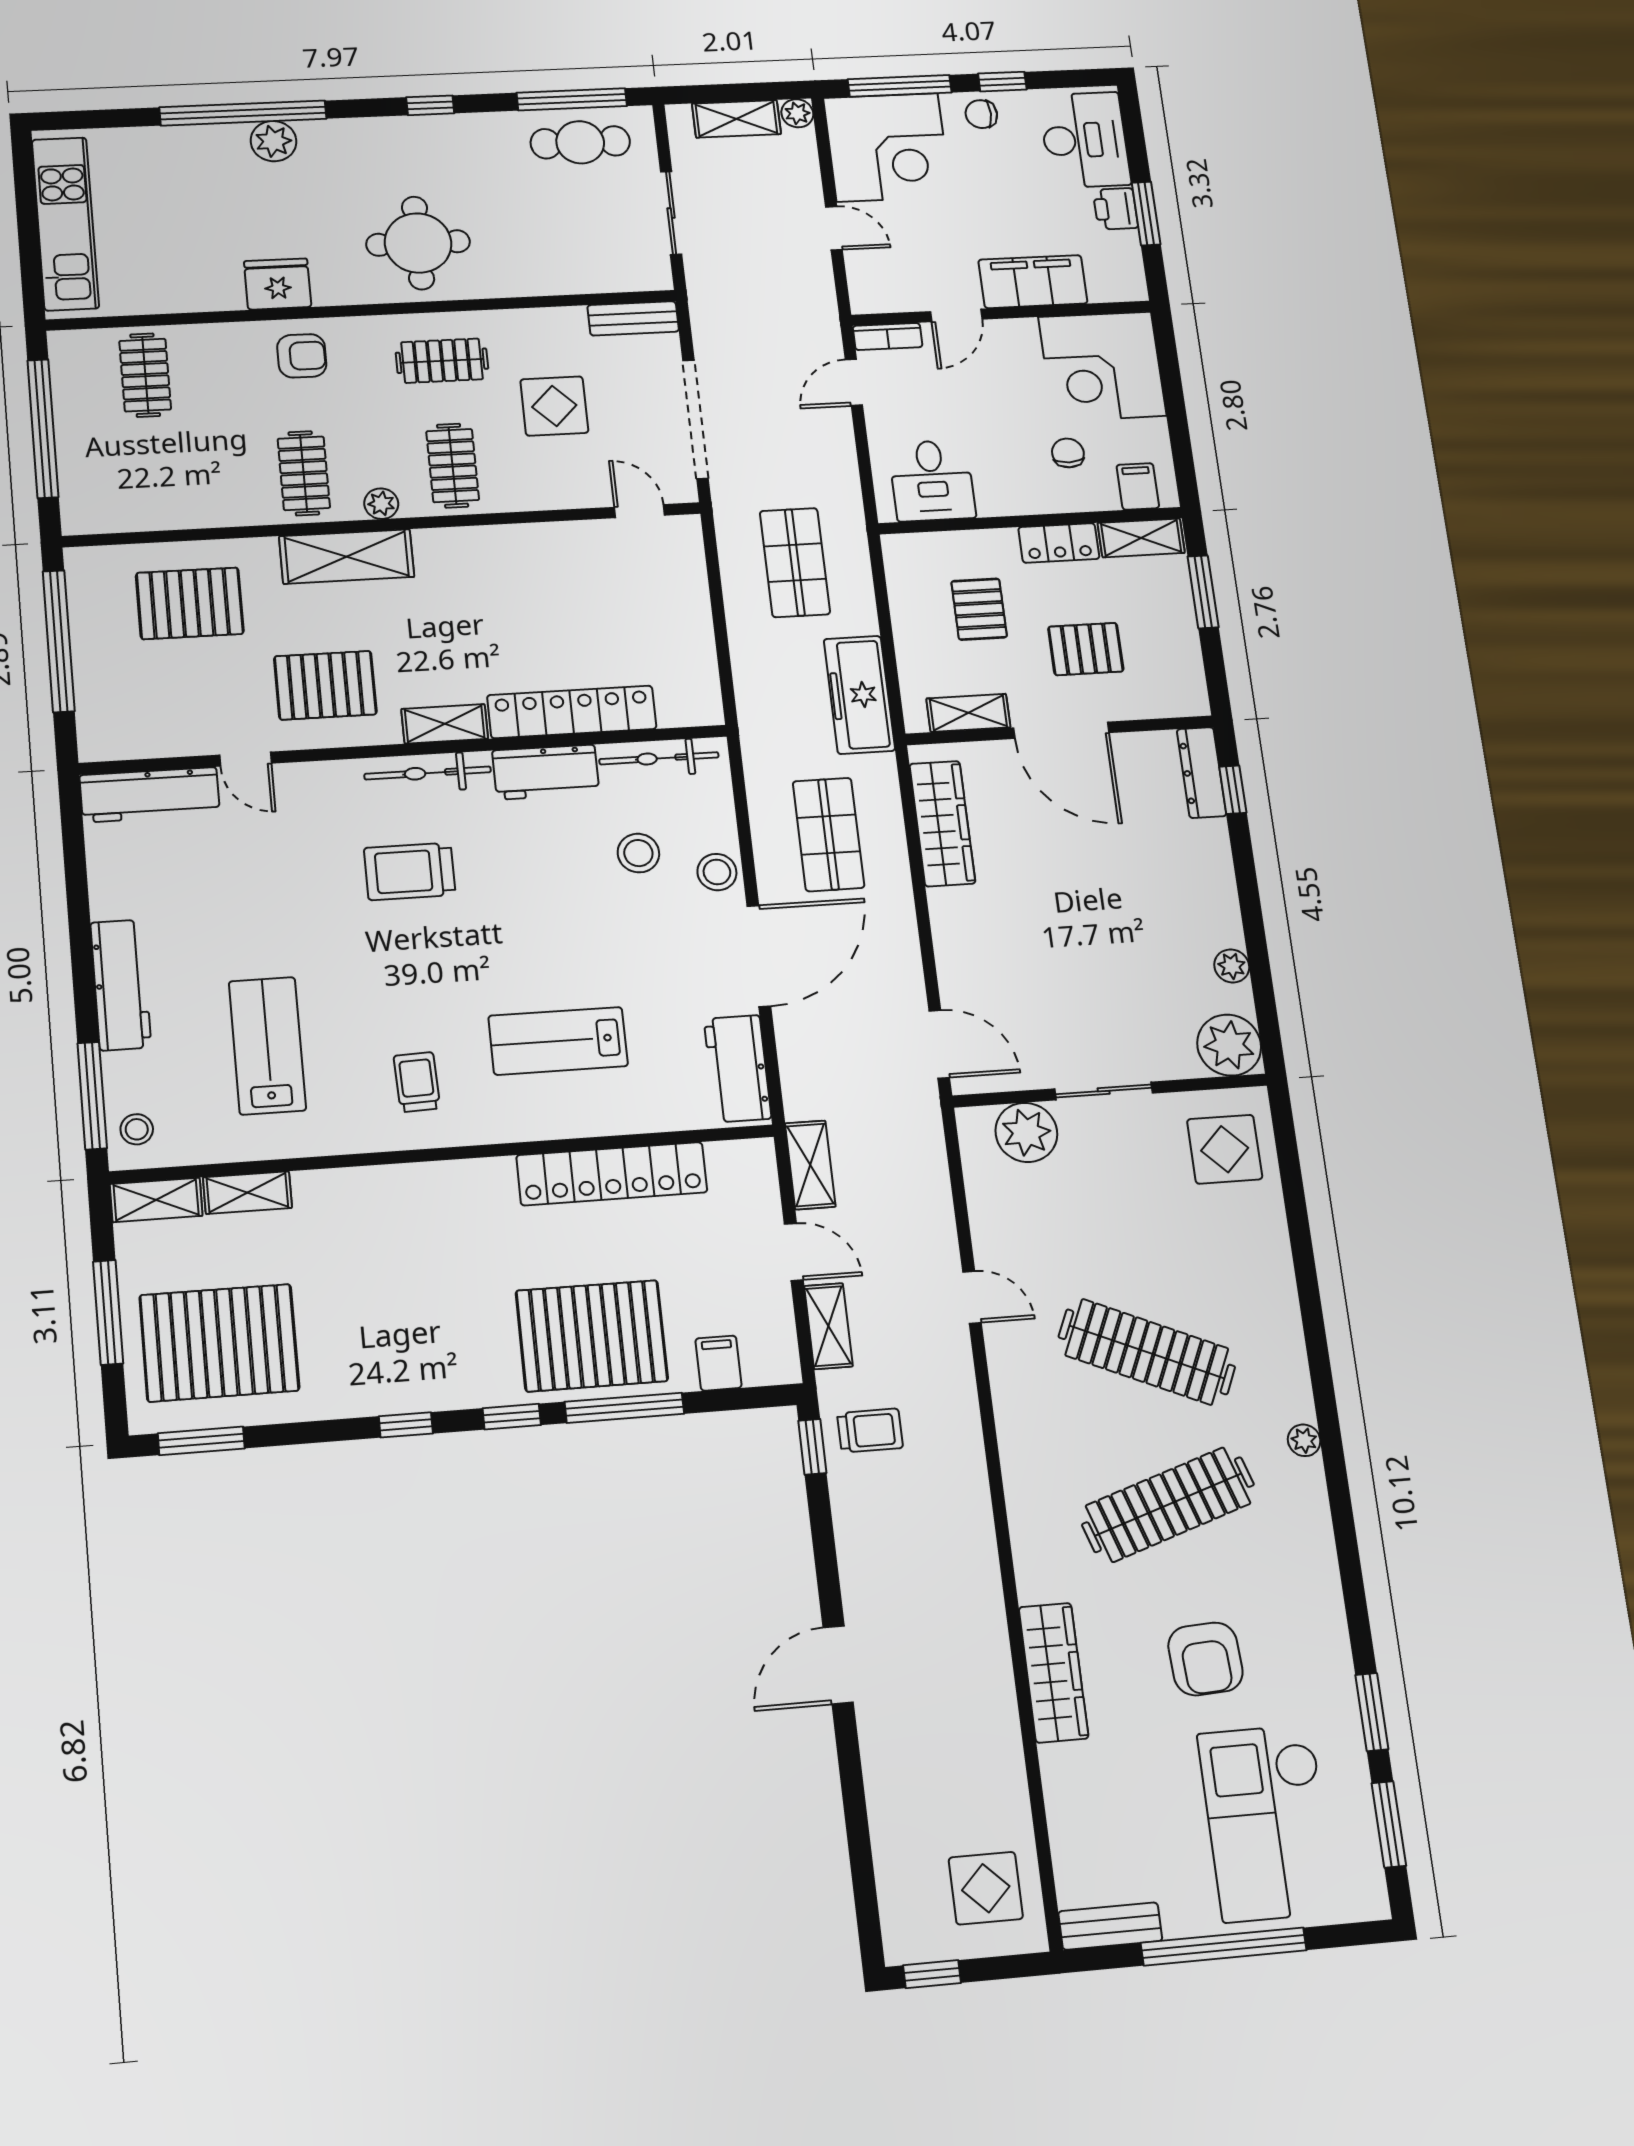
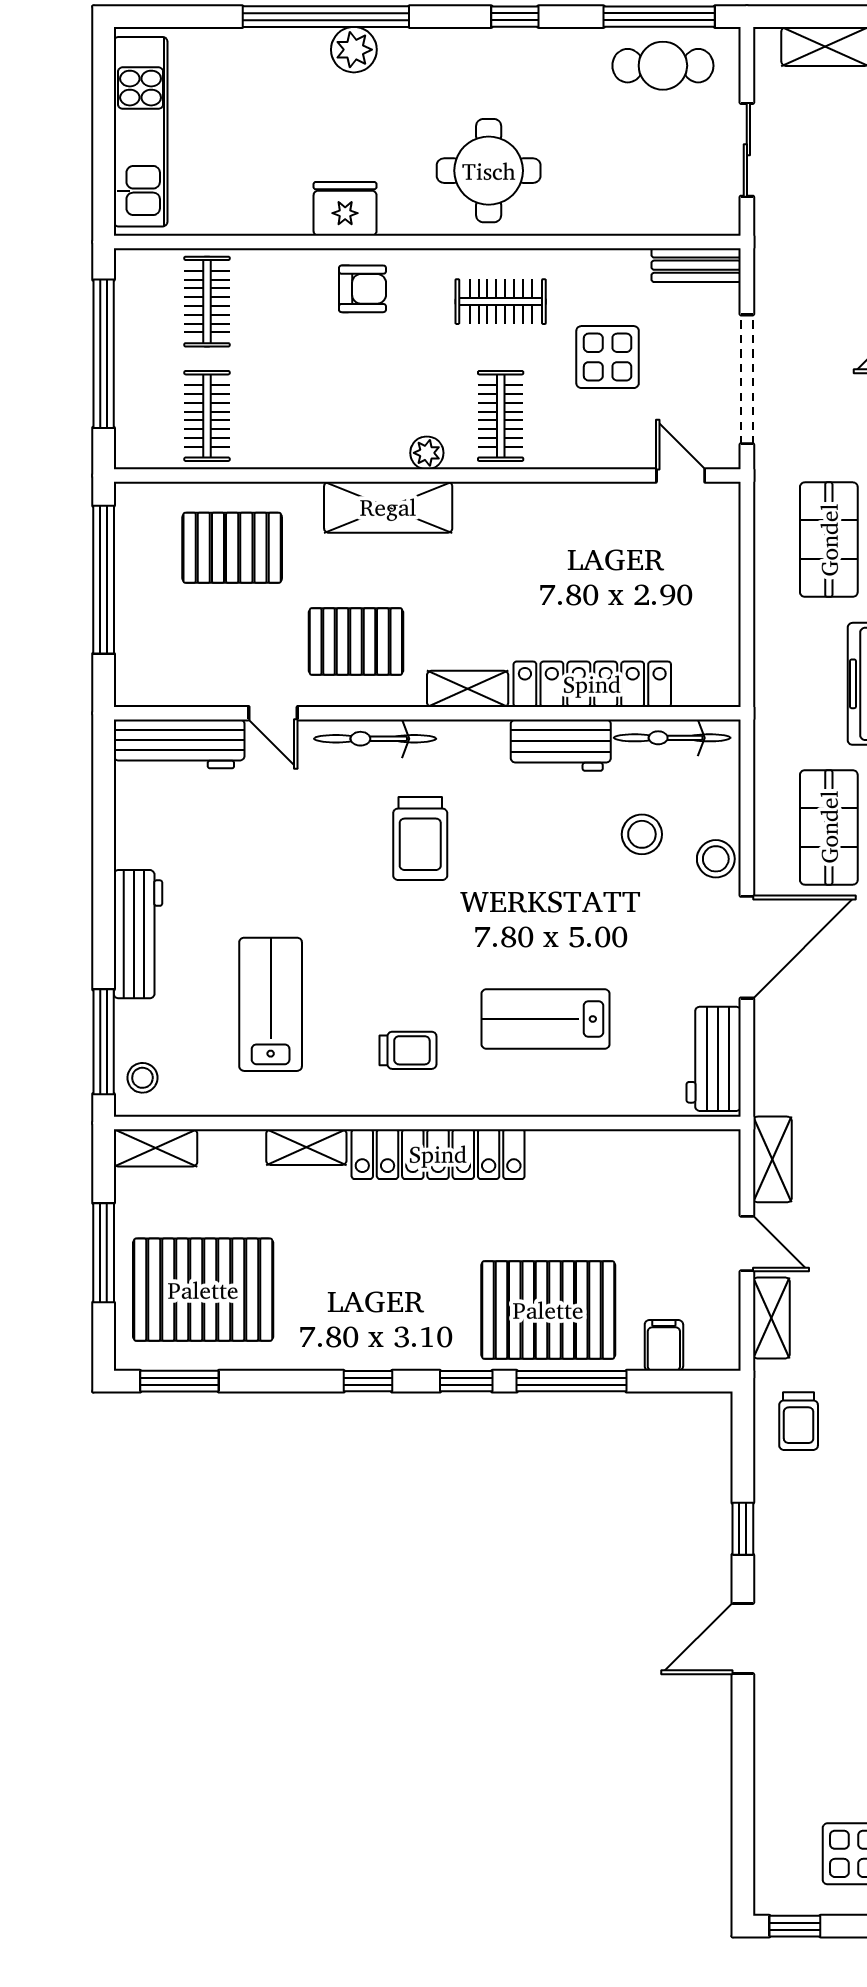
clothes rail: (304, 473) -> (207, 416), moved
bicycle: (428, 773) -> (375, 739), moved
trolley: (410, 871) -> (420, 838), turned -90
trolley: (417, 1082) -> (408, 1050), turned 92
locker: (612, 1174) -> (438, 1154), moved
shelving: (247, 1193) -> (306, 1147), moved
trolley: (870, 1431) -> (799, 1421), turned 90
window: (812, 1447) -> (743, 1529), moved

